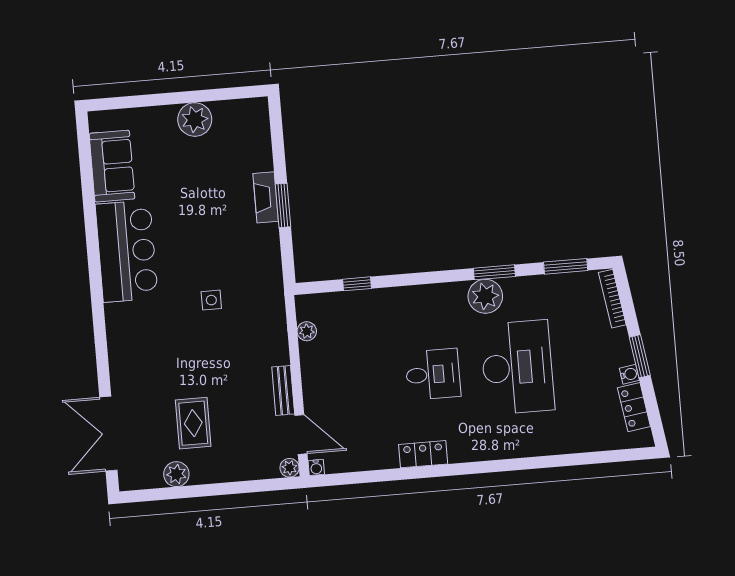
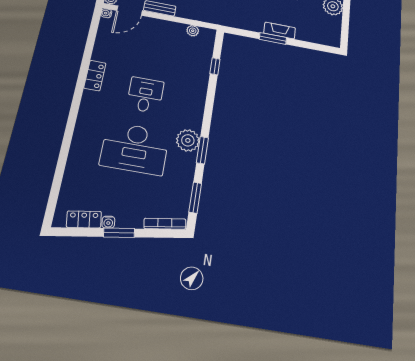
desk: (433, 374) -> (145, 95), turned 180

